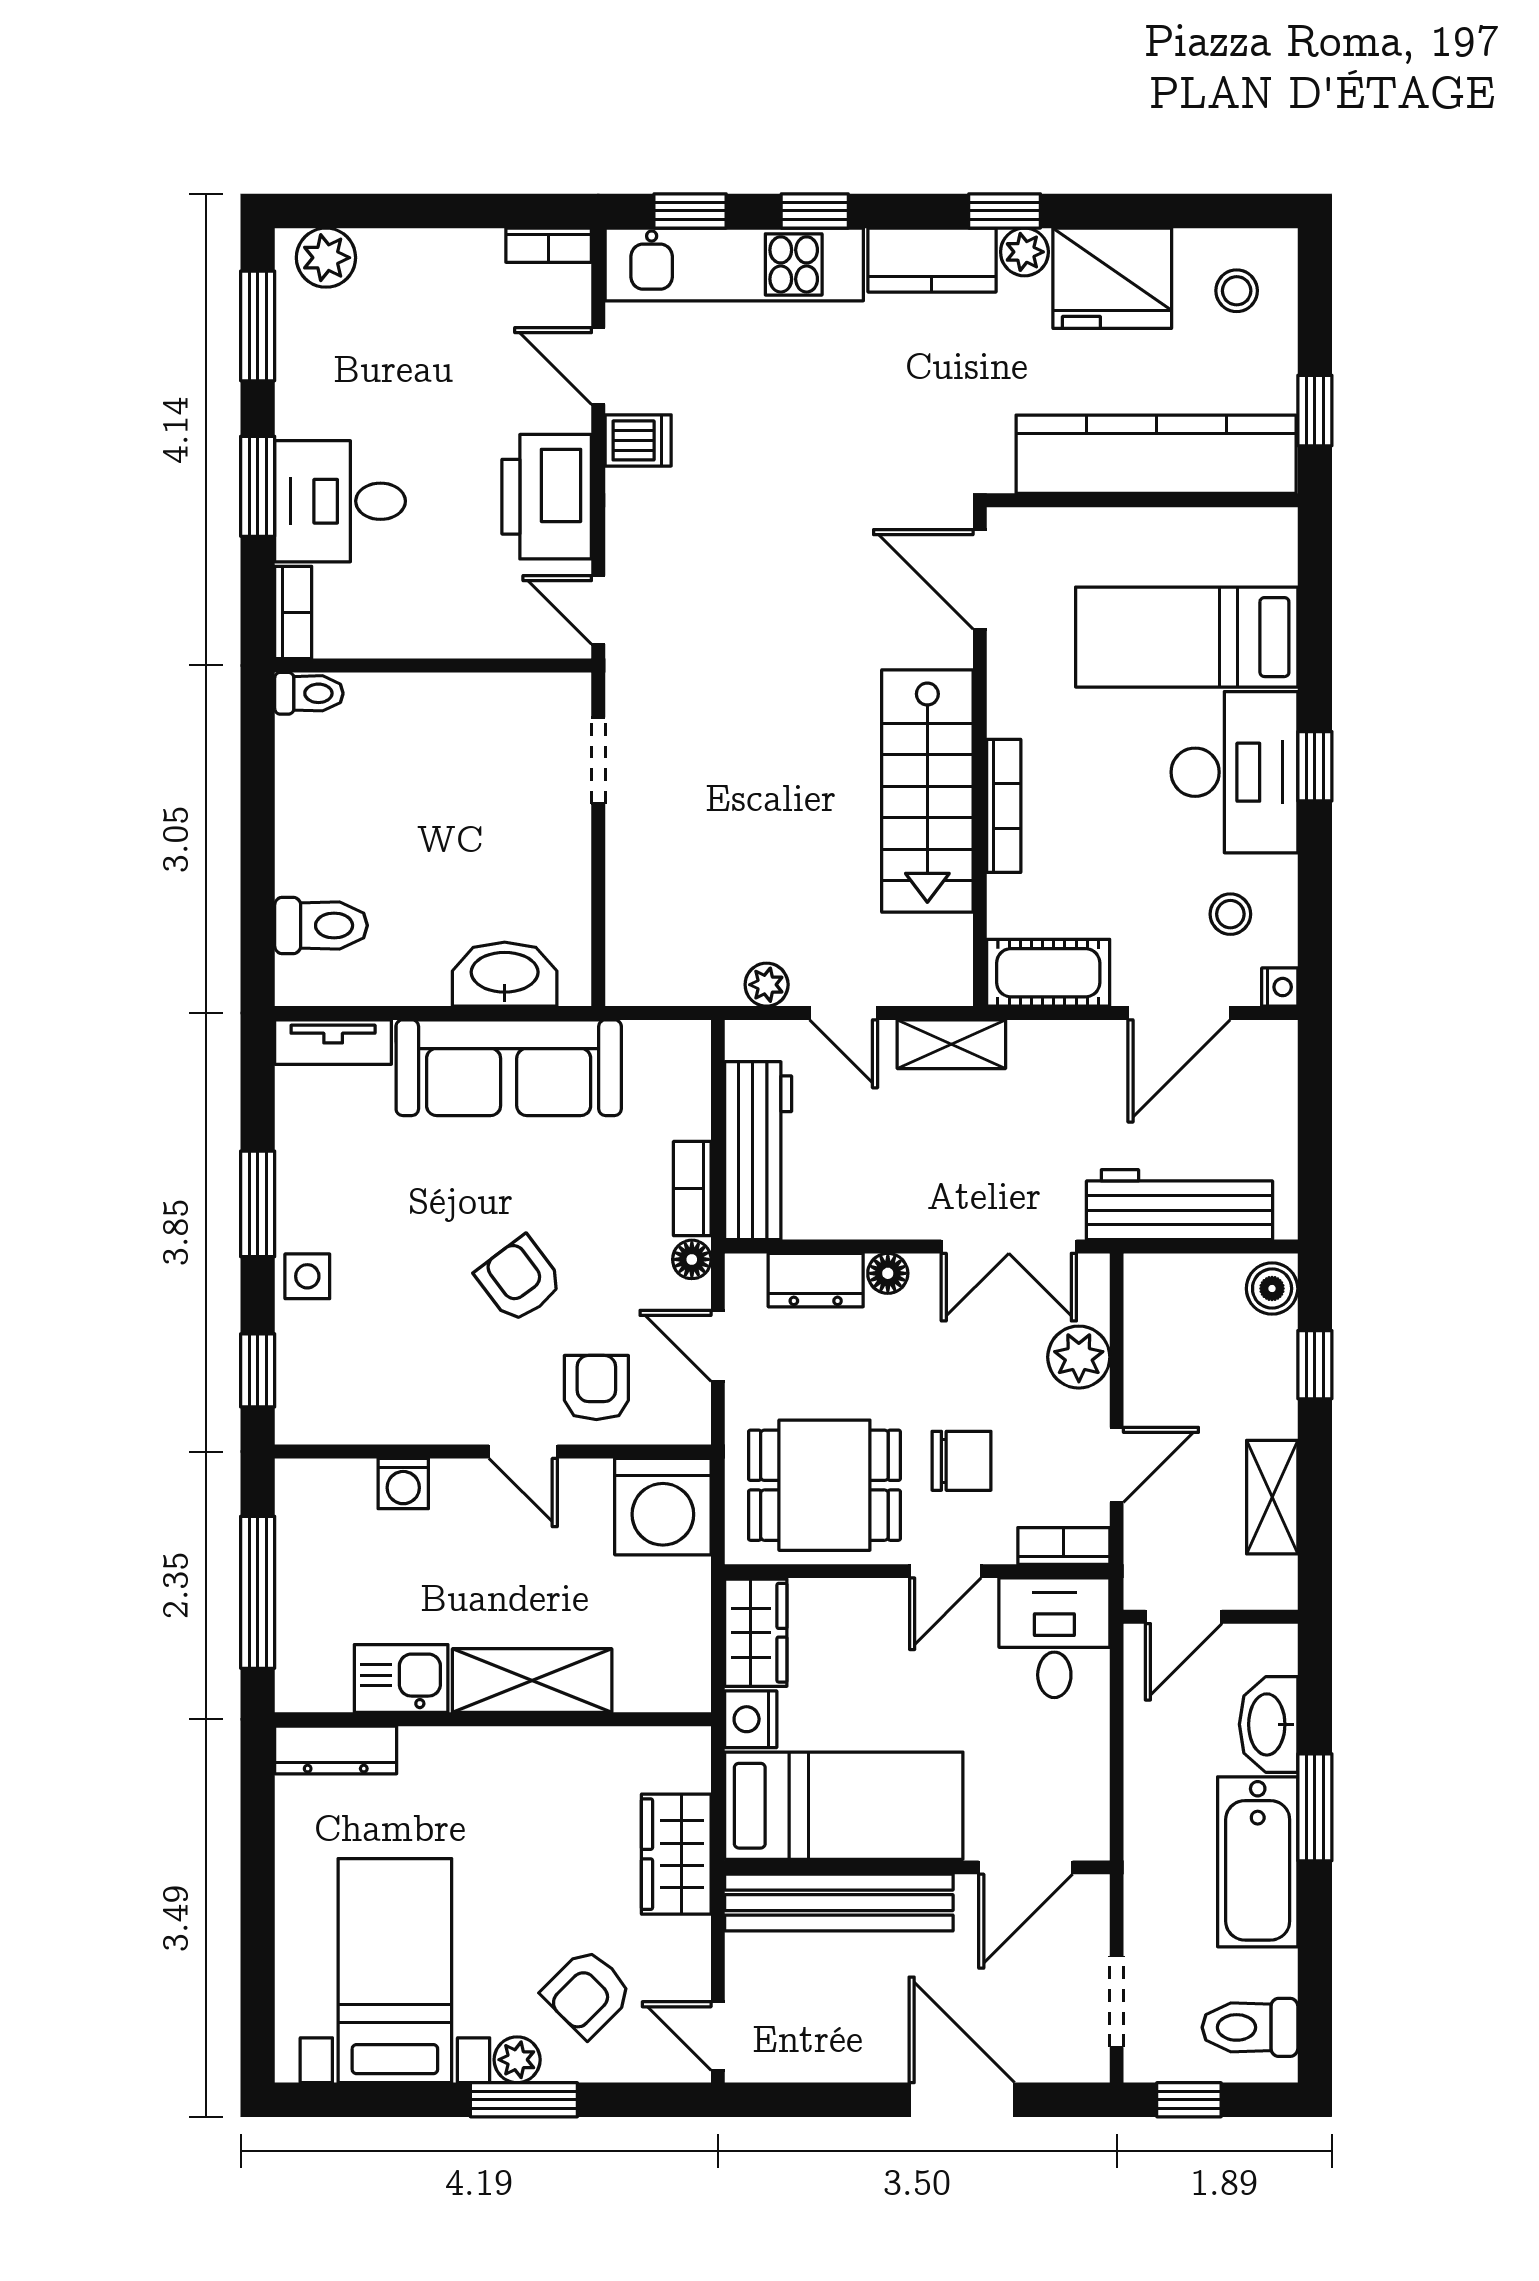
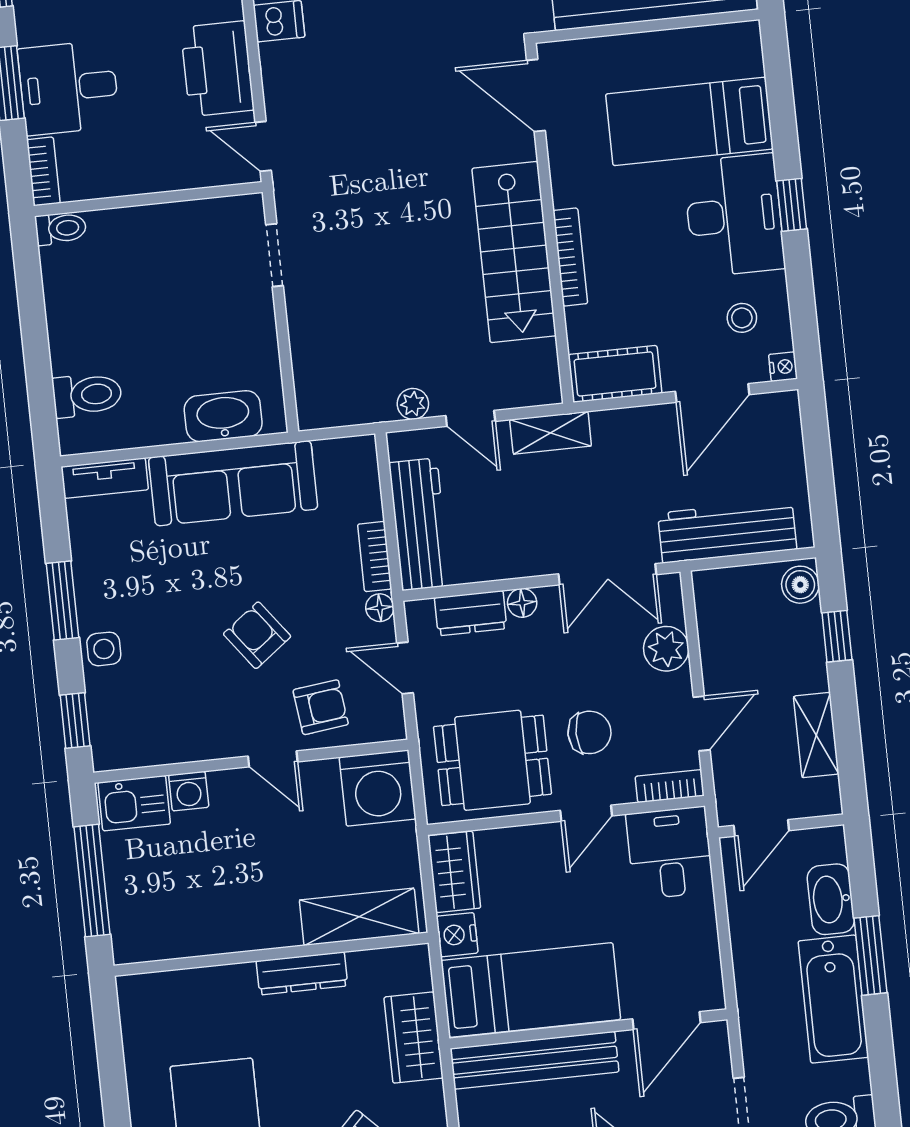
armchair: (596, 1387) -> (321, 707), turned 83
kitchen sink: (401, 1678) -> (134, 803), moved, turned 180
shelving: (532, 1681) -> (359, 917), moved
dresser: (336, 1750) -> (302, 973), moved

